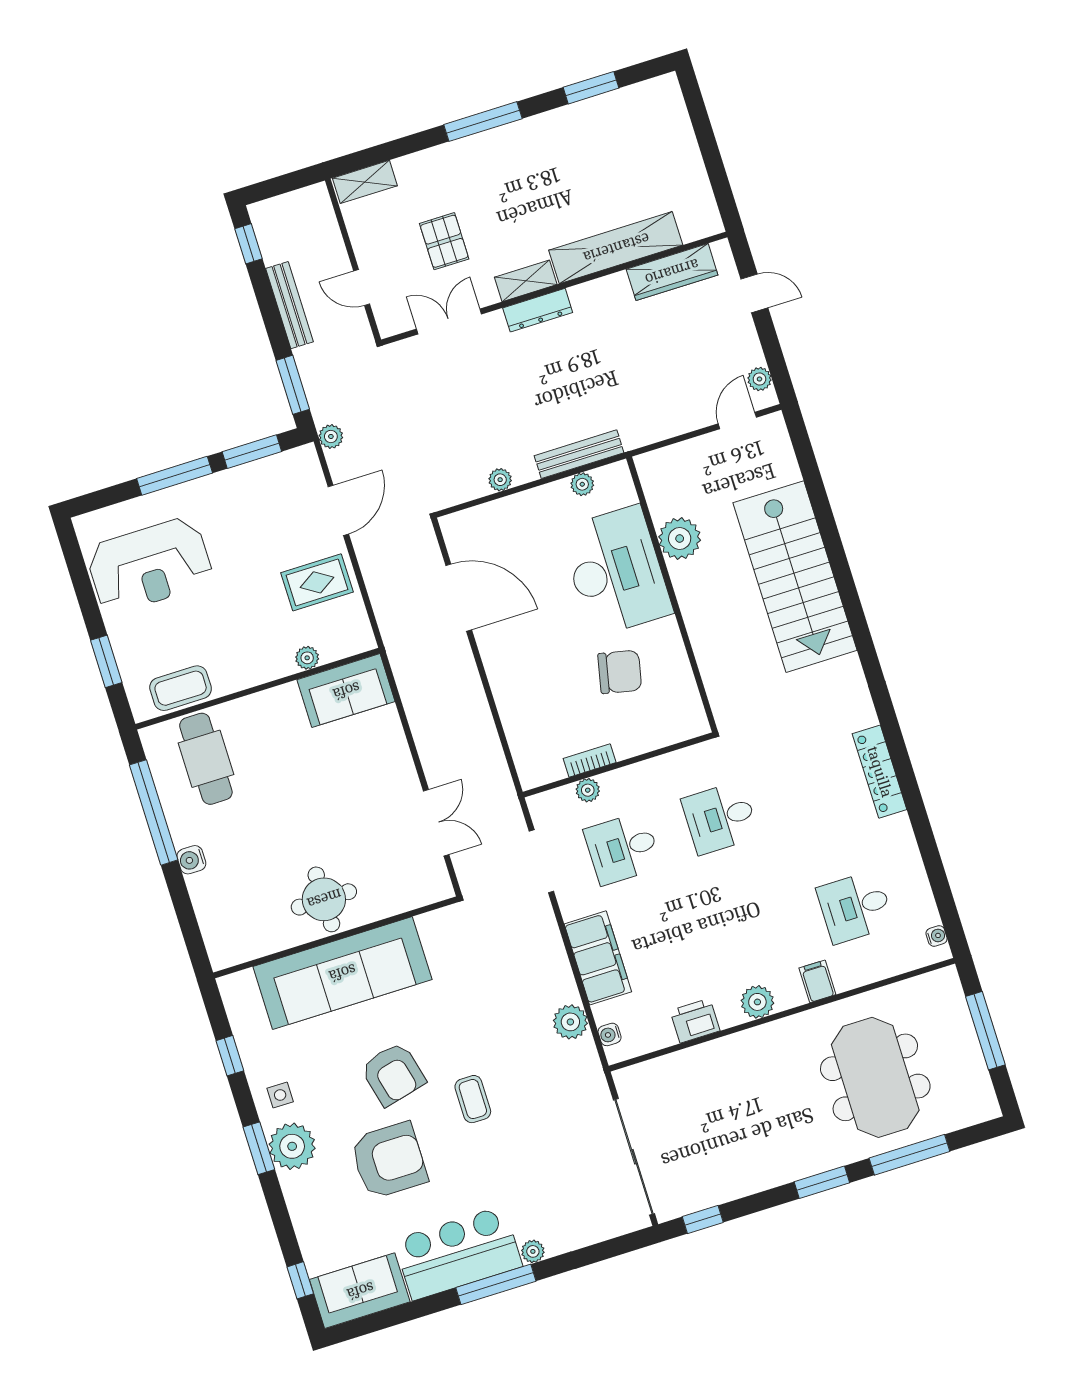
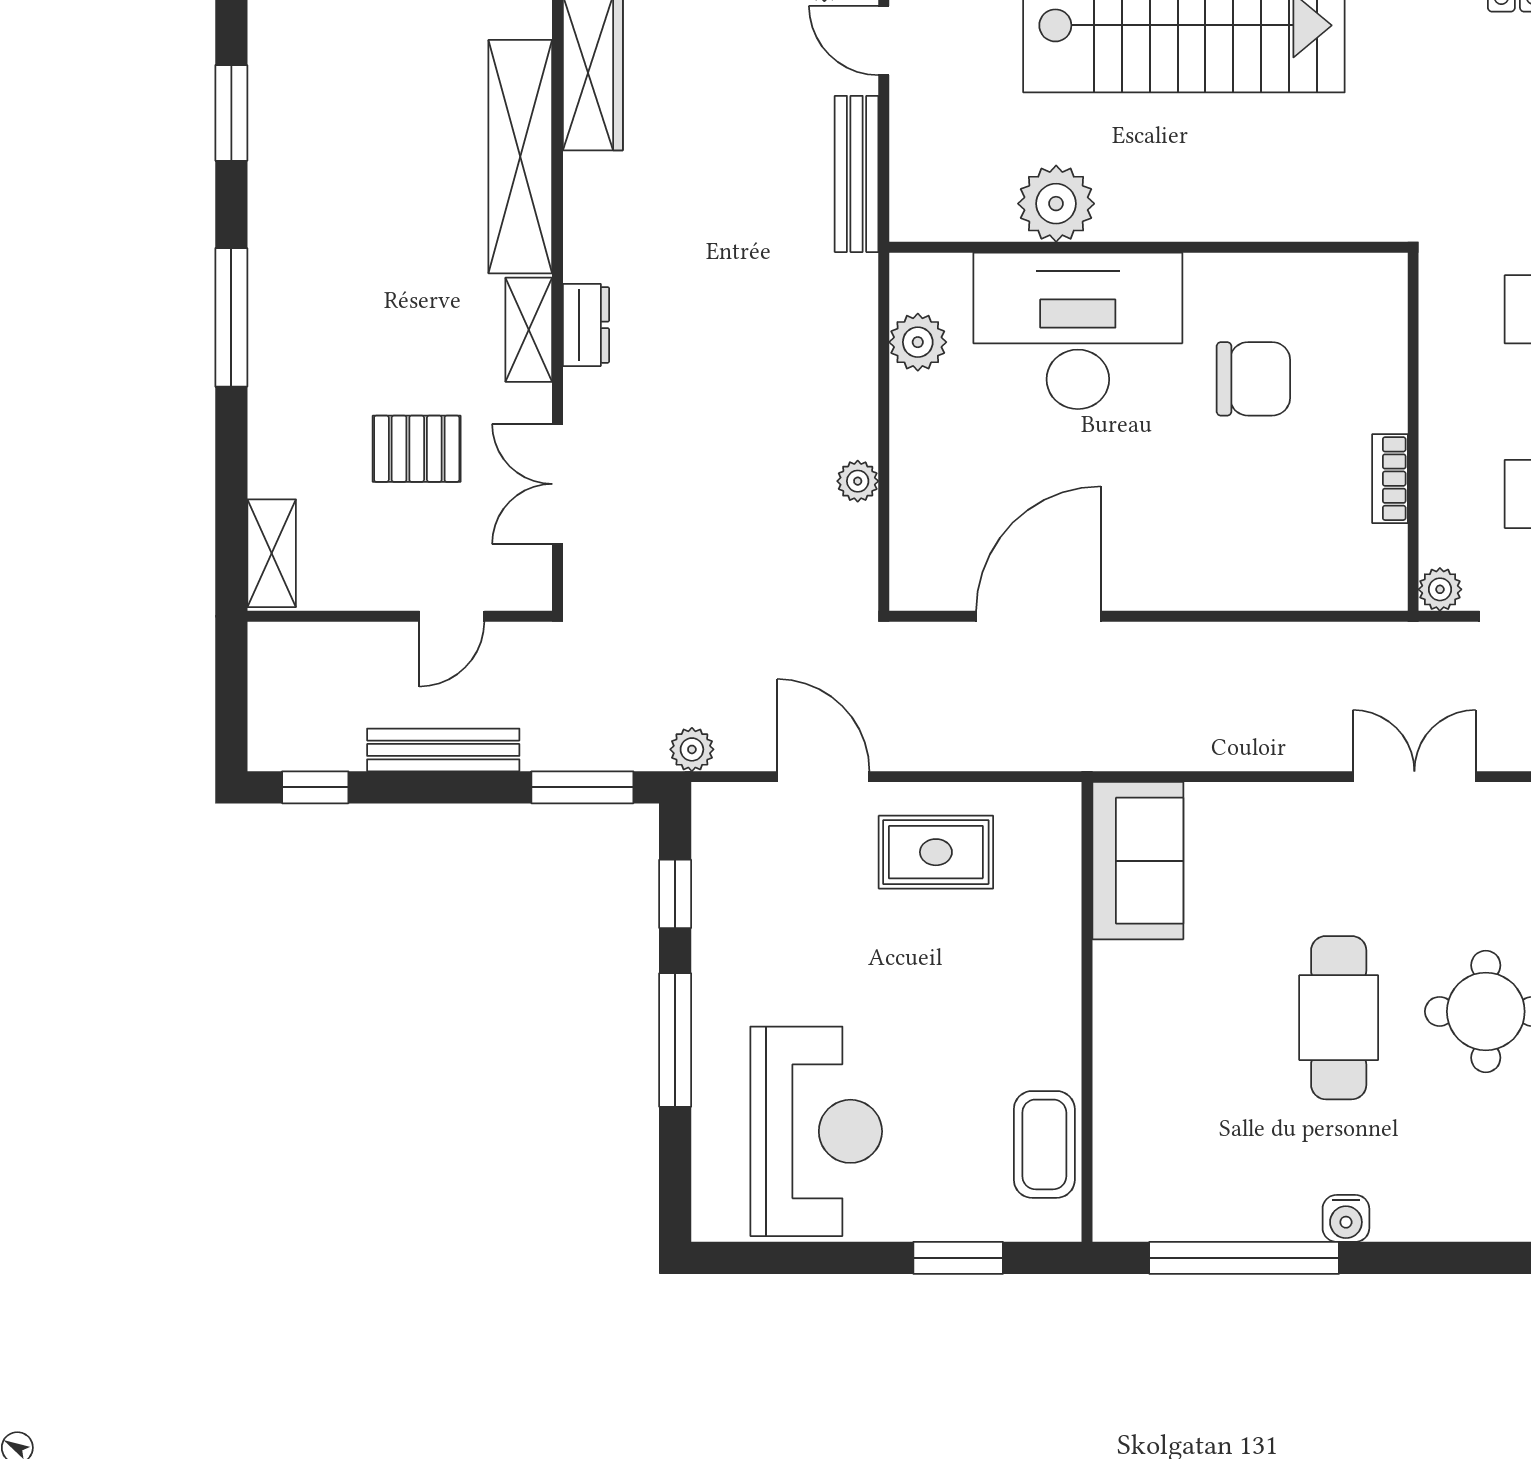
dresser: (538, 310) -> (586, 325), width x0.70
window: (252, 452) -> (675, 894), width x0.67
bench: (579, 454) -> (857, 174), moved
plant: (582, 484) -> (918, 342), width x1.38, depth x1.38
rug: (317, 582) -> (936, 852), turned 90
plant: (307, 658) -> (1060, 910), removed
chair: (620, 672) -> (1253, 379), turned 78
cafe table: (206, 759) -> (1339, 1018), moved, turned 90
plant: (588, 790) -> (1440, 589), moved

